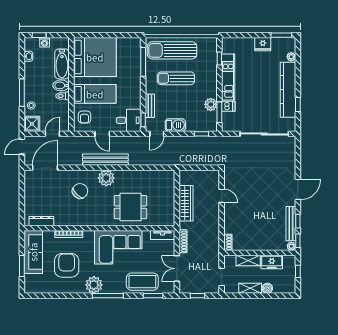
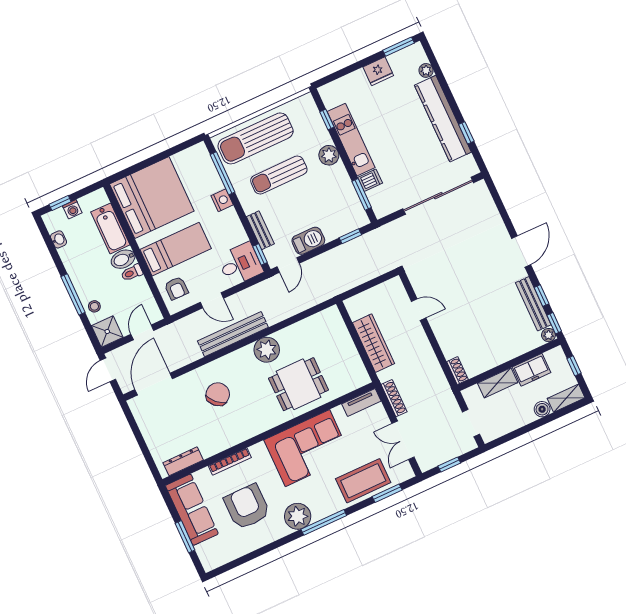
nightstand: (136, 78) -> (222, 200), added
plant: (211, 104) -> (329, 155), moved
plant: (106, 178) -> (267, 350), moved
shelving: (250, 288) -> (566, 398), moved

